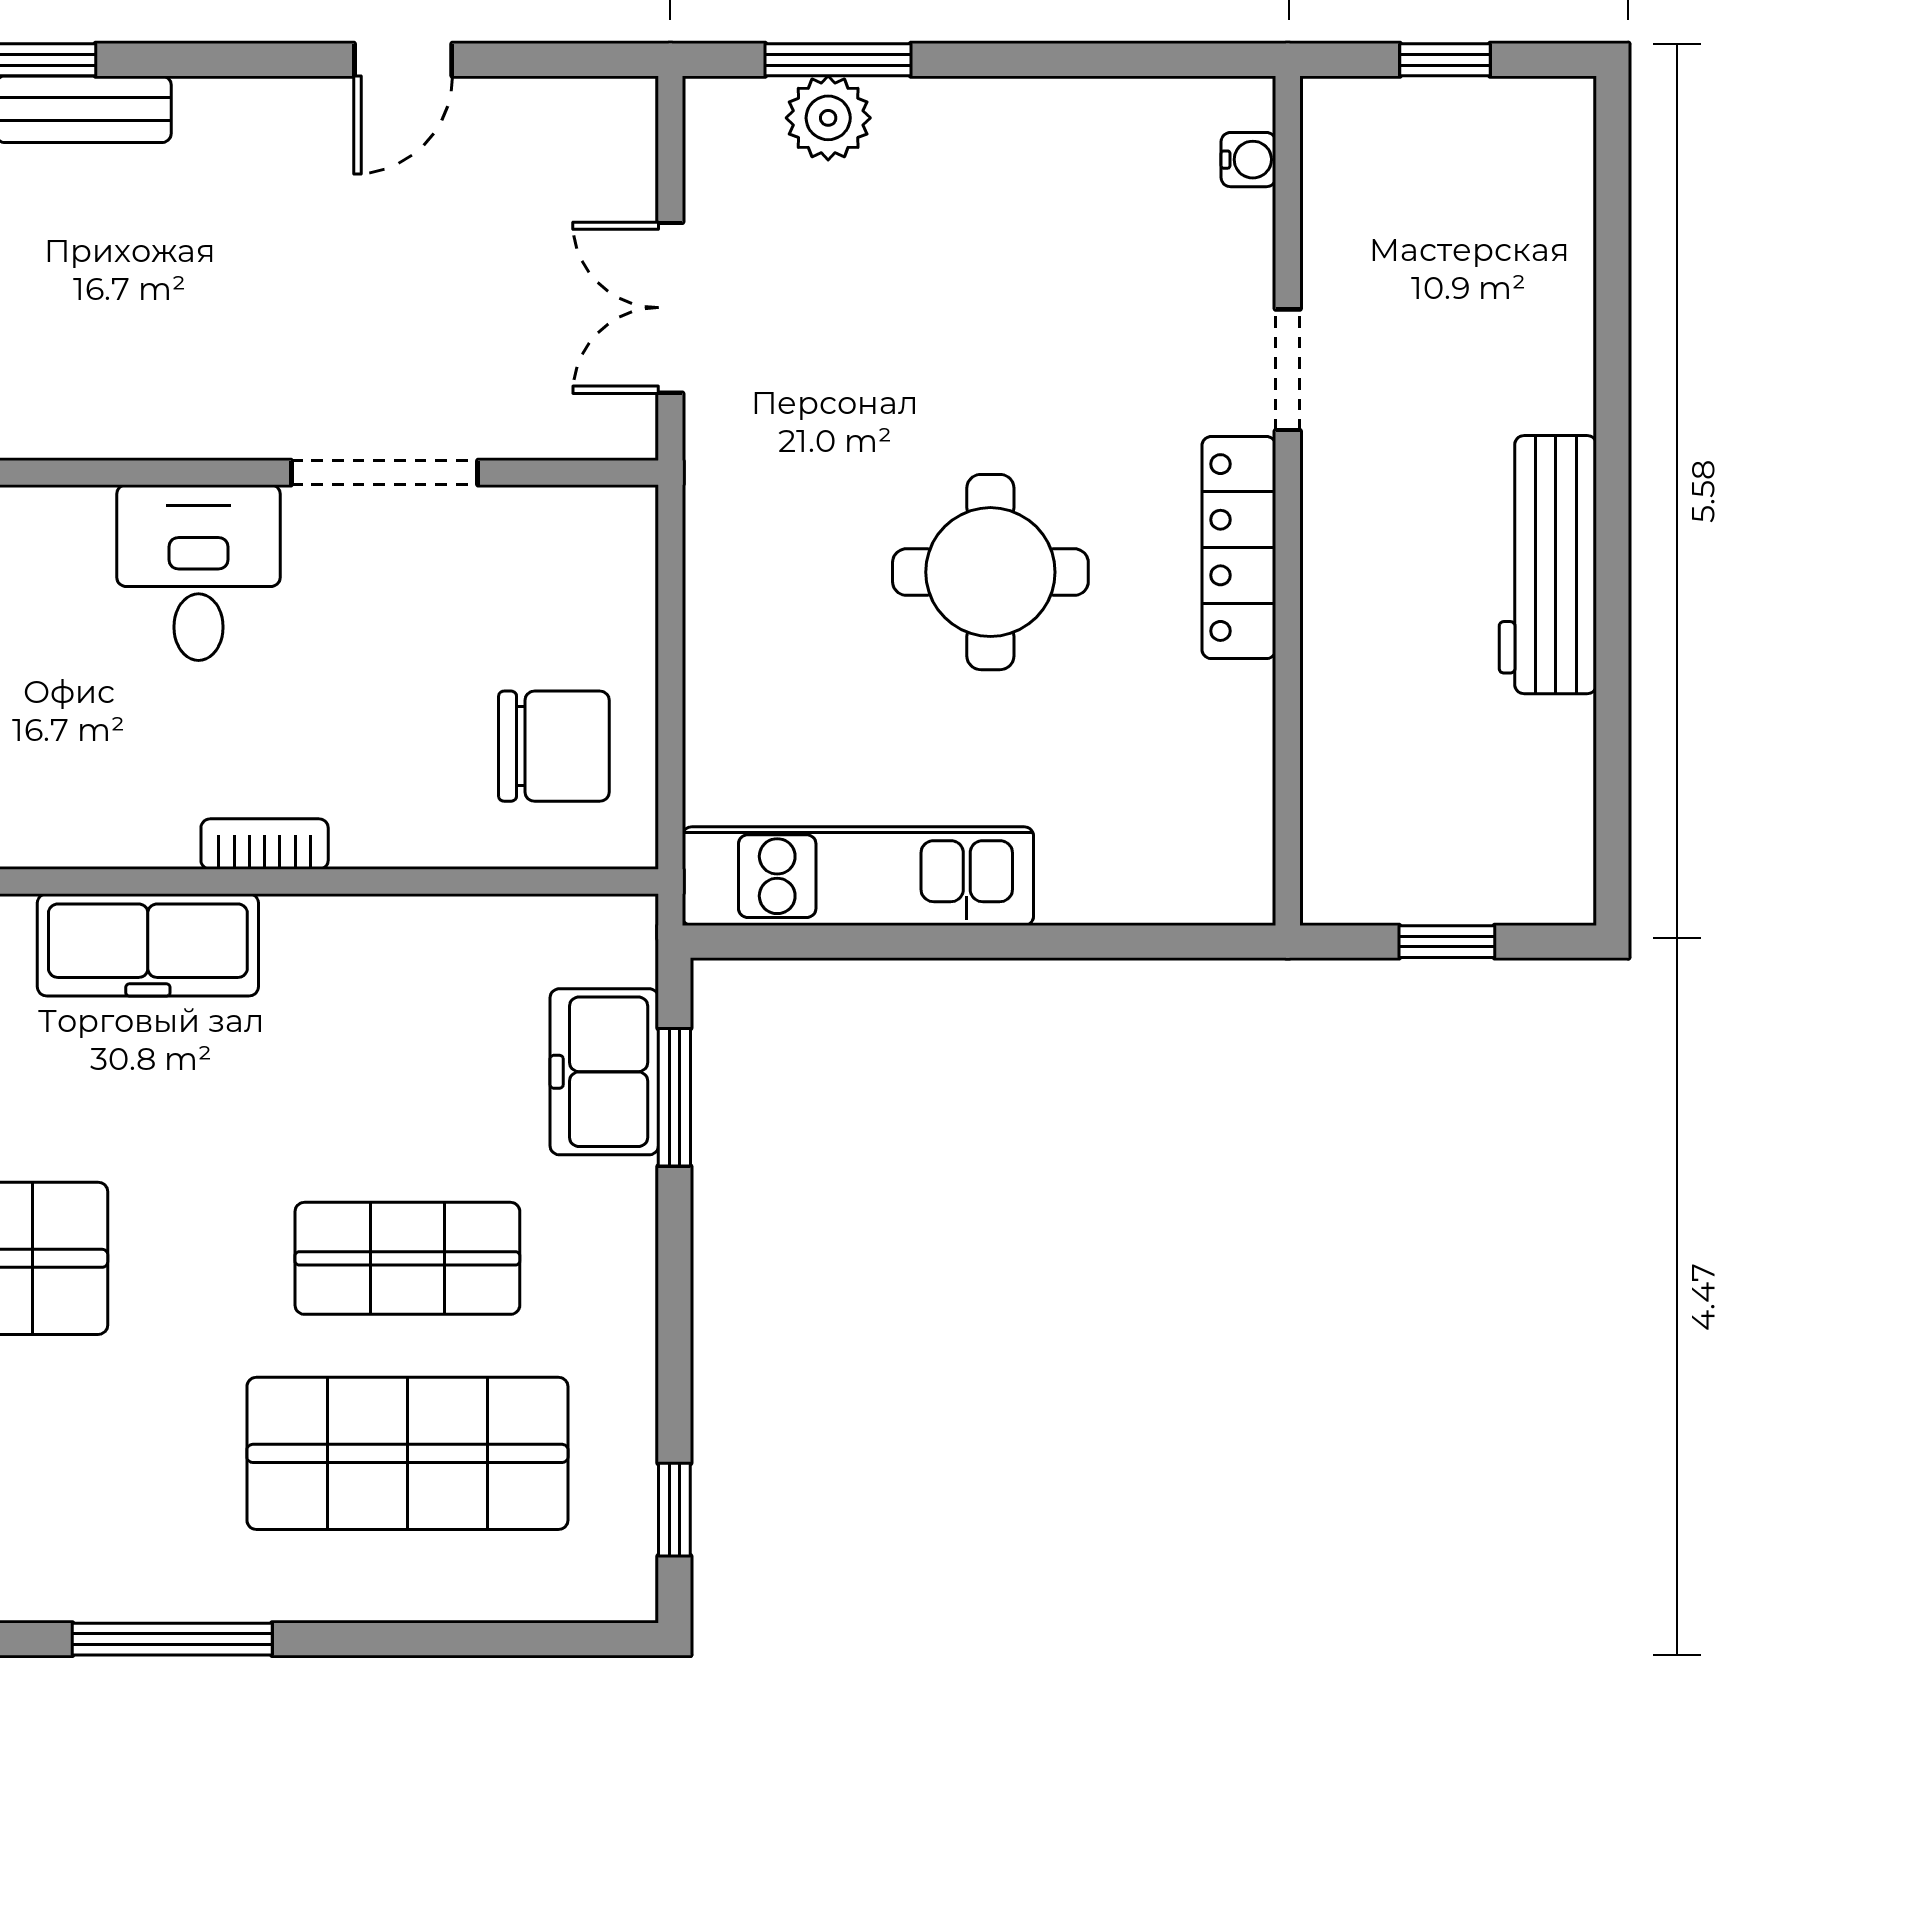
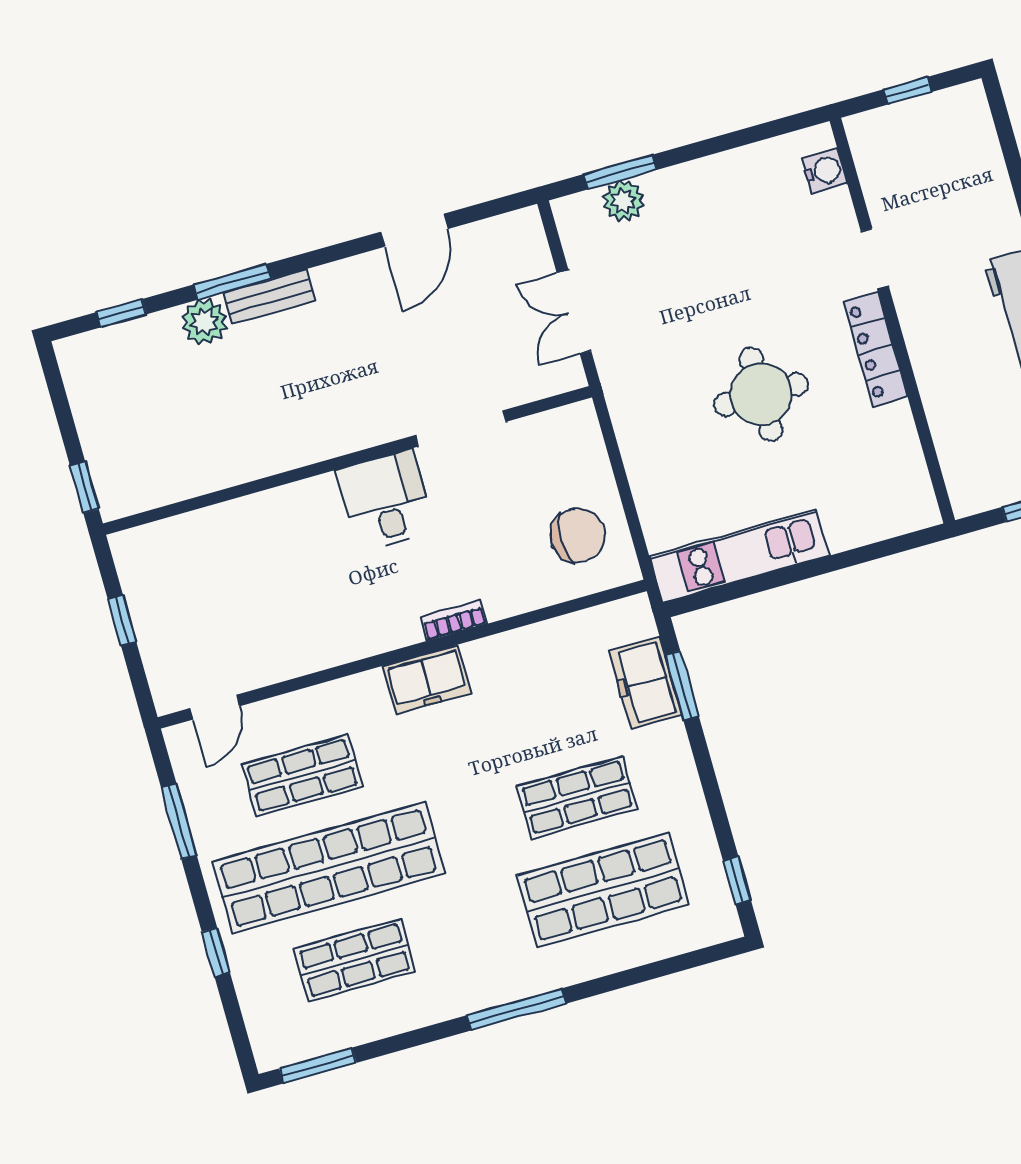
door: (403, 60) -> (414, 230), width x1.38
water cooler: (1248, 160) -> (824, 171), width x1.38, depth x1.38
freezer: (148, 945) -> (427, 679), width x0.71

